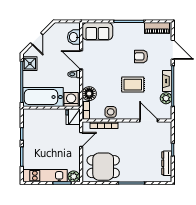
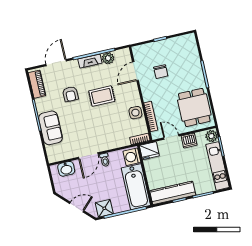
sofa: (97, 31) -> (51, 128), moved
rug: (133, 85) -> (102, 96), turned 90
floor lamp: (89, 94) -> (121, 139), removed
kitchen counter: (30, 129) -> (173, 193), added
chair: (143, 144) -> (161, 72), added
dishwasher: (74, 155) -> (189, 141), added
dresser: (167, 163) -> (176, 42), removed

